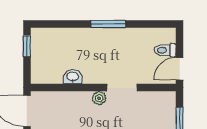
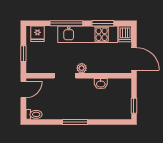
toilet: (165, 50) -> (34, 114), moved

